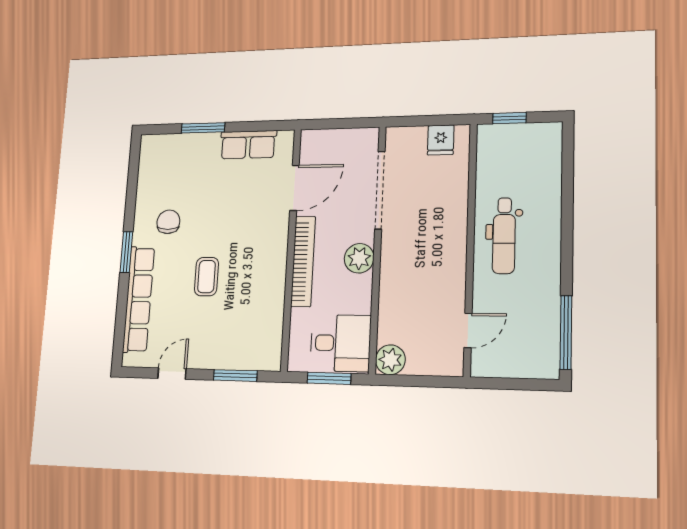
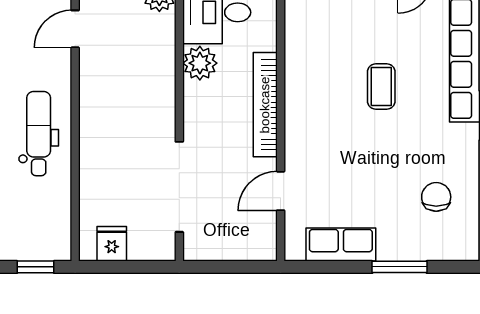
door: (294, 188) -> (281, 191), width x0.73
chair: (168, 222) -> (436, 197), moved, turned 180
plant: (359, 258) -> (200, 63), moved

